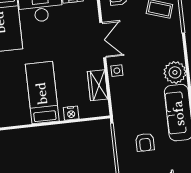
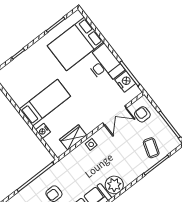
double door: (103, 40) -> (115, 116), moved

